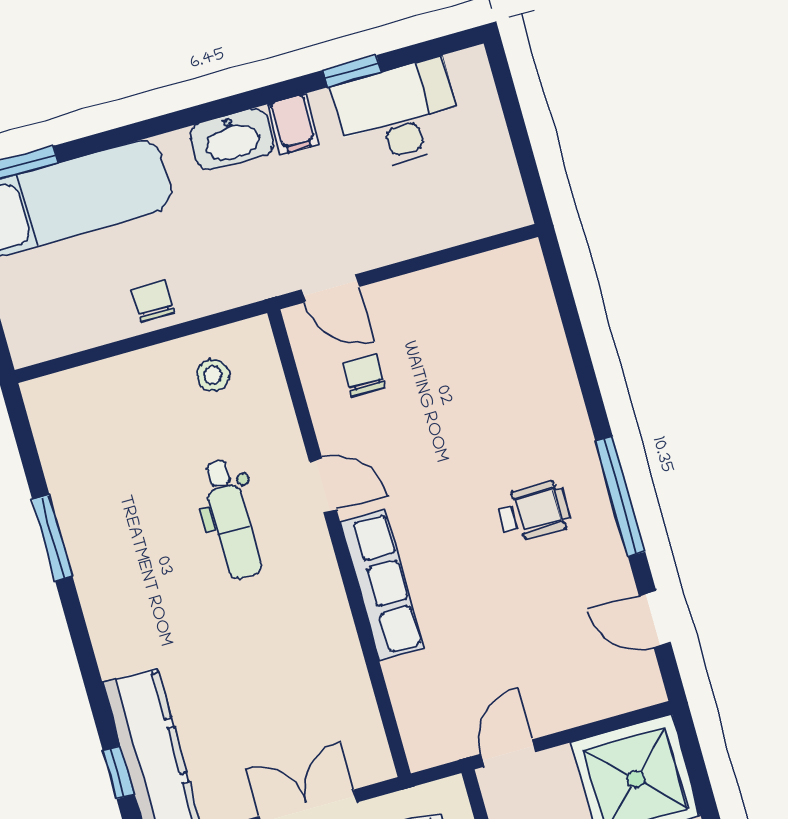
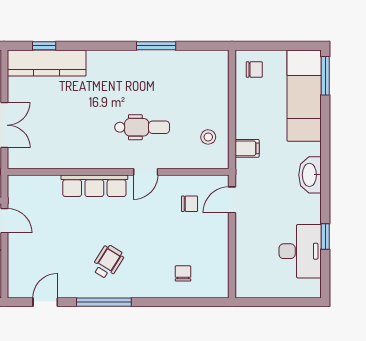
filing cabinet: (293, 124) -> (247, 148), moved, turned 180
chair: (153, 301) -> (254, 69), moved
chair: (514, 347) -> (183, 273), added
wheelchair: (534, 512) -> (108, 262), turned -148
dental chair: (231, 519) -> (142, 127), turned 180

